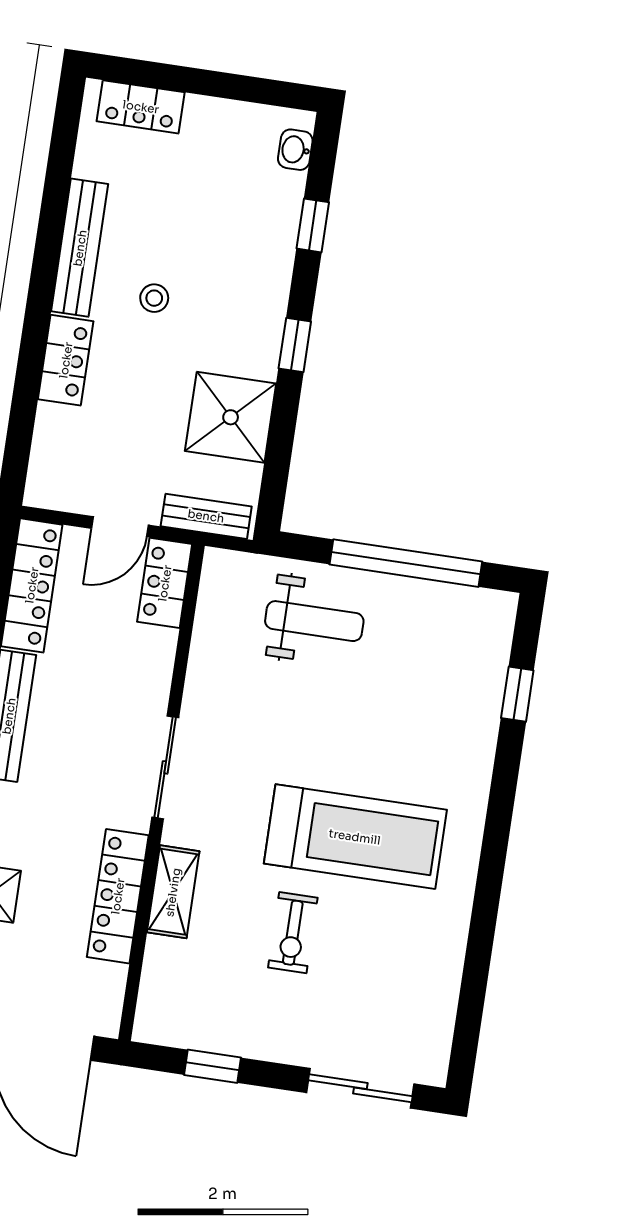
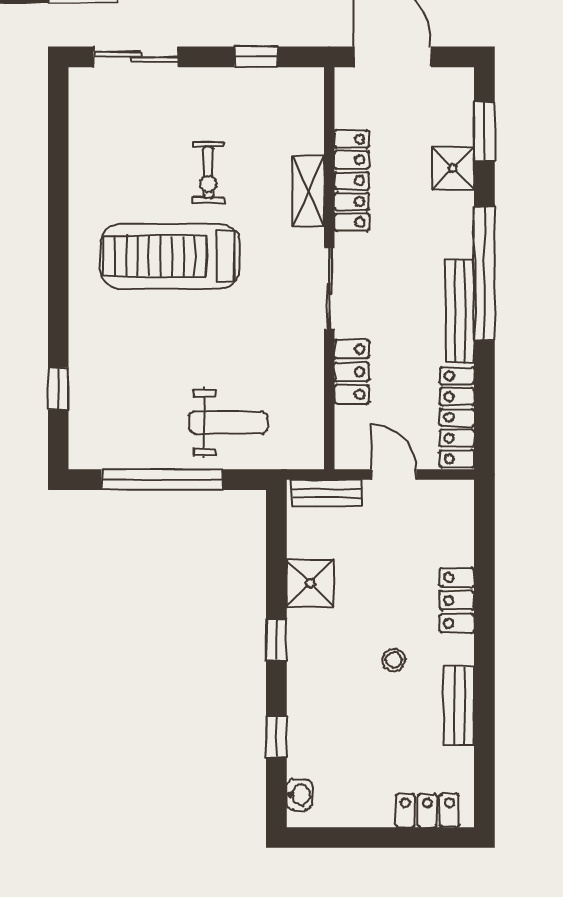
bench: (80, 248) -> (459, 706), width x0.73
shower: (231, 417) -> (310, 583), width x0.73, depth x0.73
door: (120, 527) -> (394, 474), hinge flipped
locker: (165, 583) -> (352, 372), moved
weight bench: (314, 621) -> (228, 423), turned 180
exercise bike: (293, 933) -> (208, 172), turned 180

